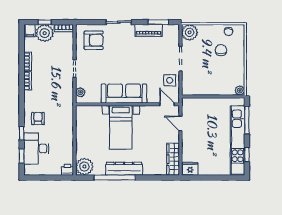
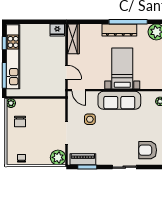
piano: (149, 30) -> (83, 159), moved
chair: (221, 50) -> (20, 122), moved
side table: (170, 80) -> (90, 119), moved

